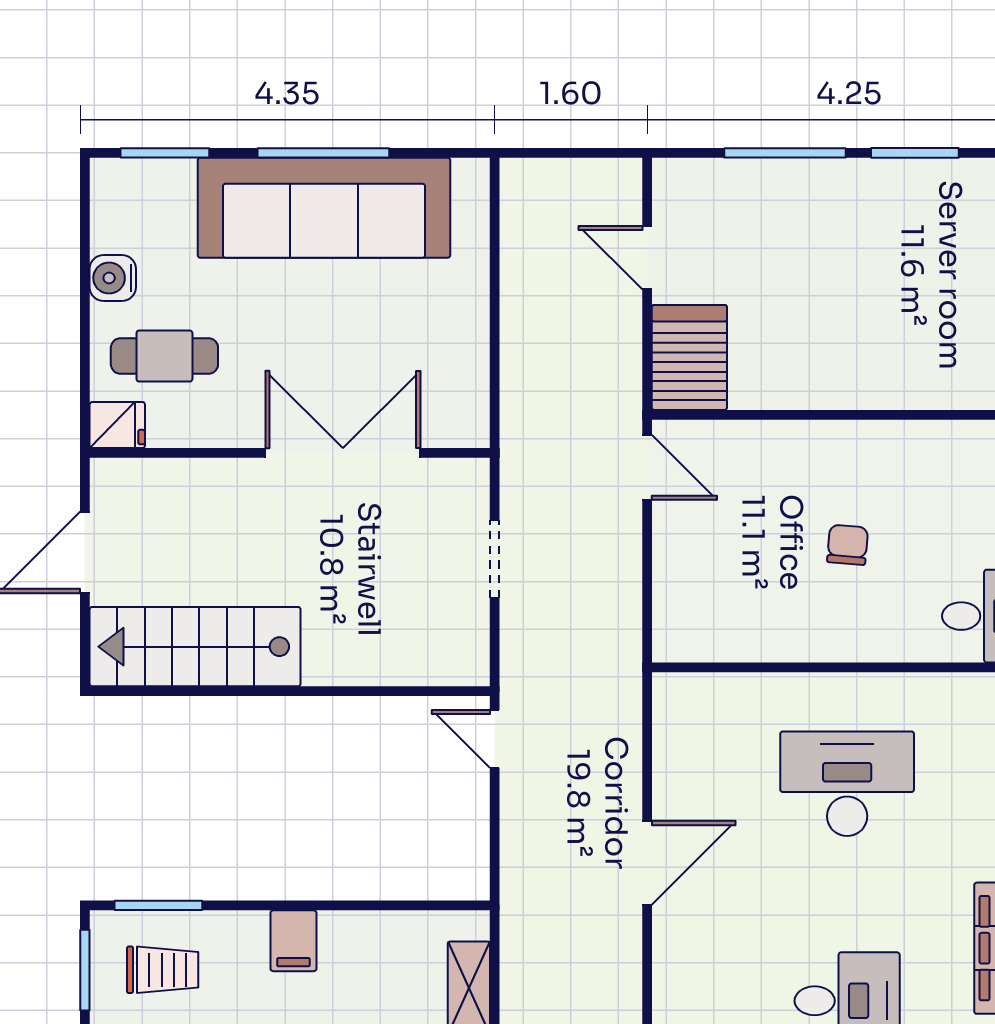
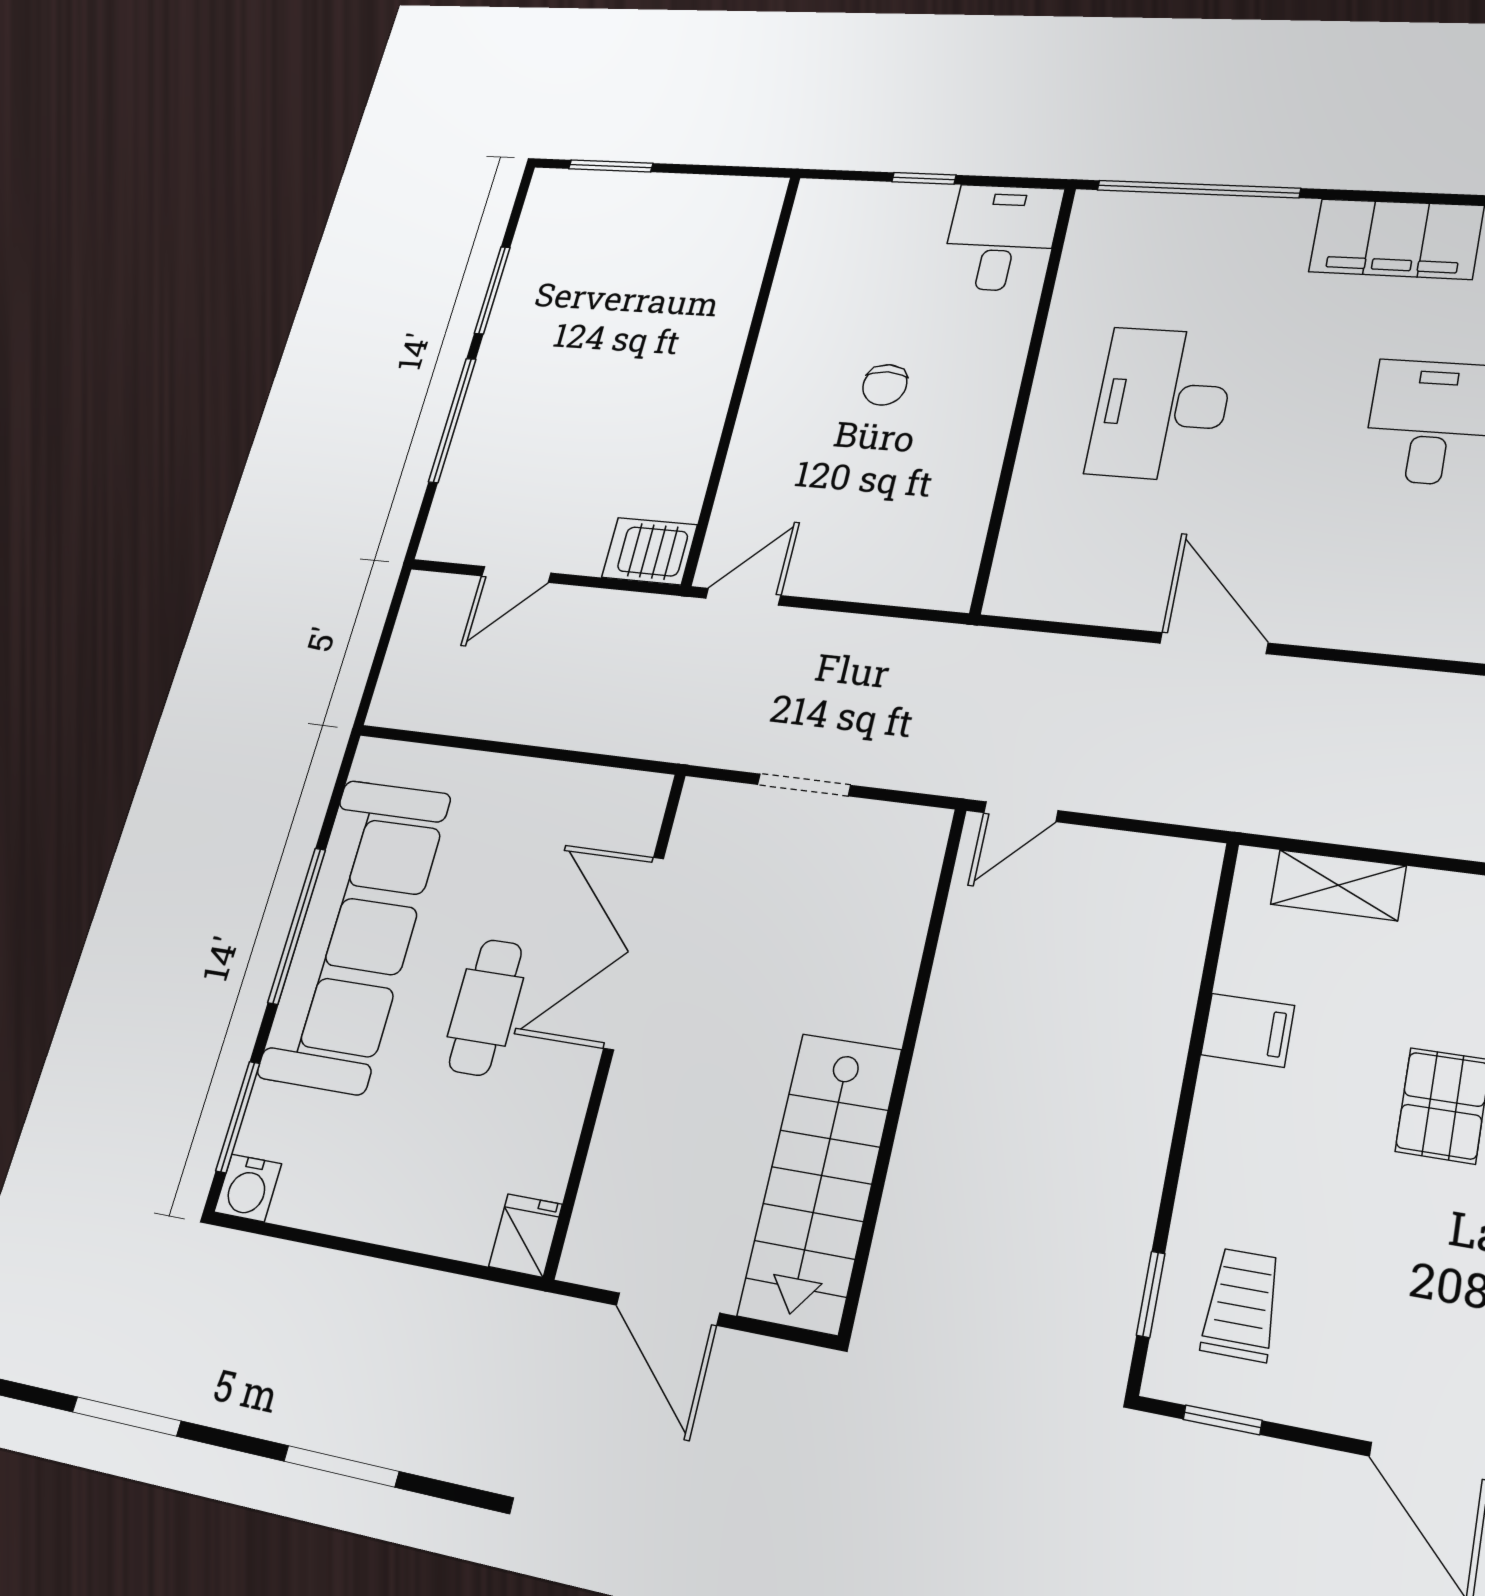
water cooler: (113, 278) -> (248, 1188), moved
cafe table: (164, 356) -> (485, 1007), moved
server rack: (689, 357) -> (649, 551), width x0.73, depth x0.70
chair: (848, 545) -> (885, 385), turned -95
window: (158, 905) -> (1151, 1294), width x0.67
filing cabinet: (293, 941) -> (1248, 1030), moved
window: (85, 970) -> (1223, 1420), width x0.67

